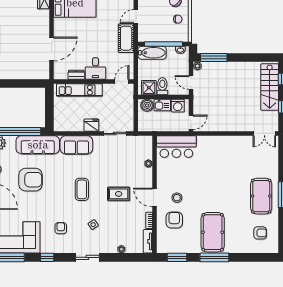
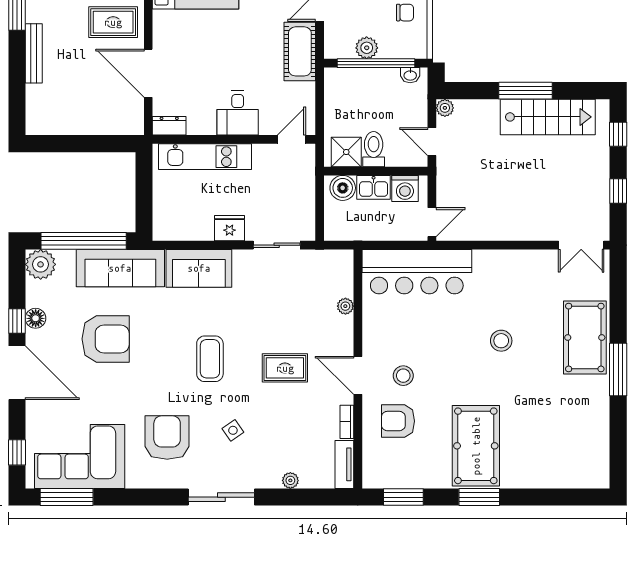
rug: (34, 24) -> (113, 22), added
plant: (159, 36) -> (367, 48), added
door: (51, 49) -> (148, 73), swing flipped
bathtub: (152, 53) -> (353, 81), removed
window: (214, 58) -> (525, 91), moved
dresser: (76, 75) -> (169, 126), moved
stairs: (270, 87) -> (548, 117), moved, turned -90
bar counter: (176, 147) -> (417, 272), width x1.36
stool: (225, 181) -> (501, 341), added
pool table: (261, 196) -> (585, 338), moved
armchair: (174, 220) -> (398, 421), turned -90
armchair: (61, 228) -> (167, 438), width x1.88, depth x1.88
armchair: (260, 233) -> (572, 447), removed
window: (47, 257) -> (139, 497), removed
sliding door: (87, 257) -> (221, 497), width x1.37
window: (214, 257) -> (479, 497), width x0.69

